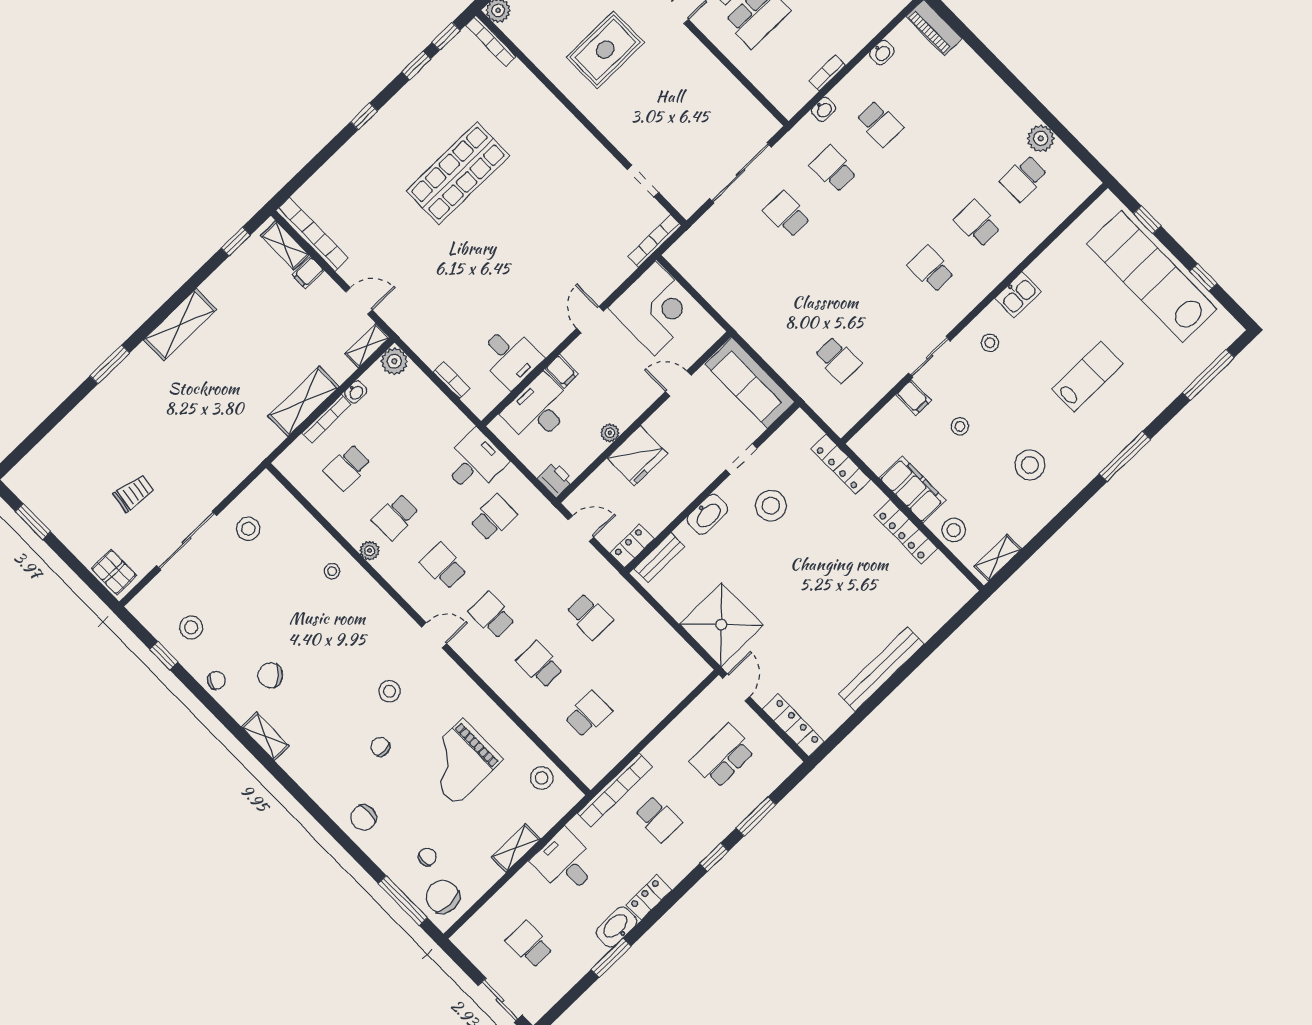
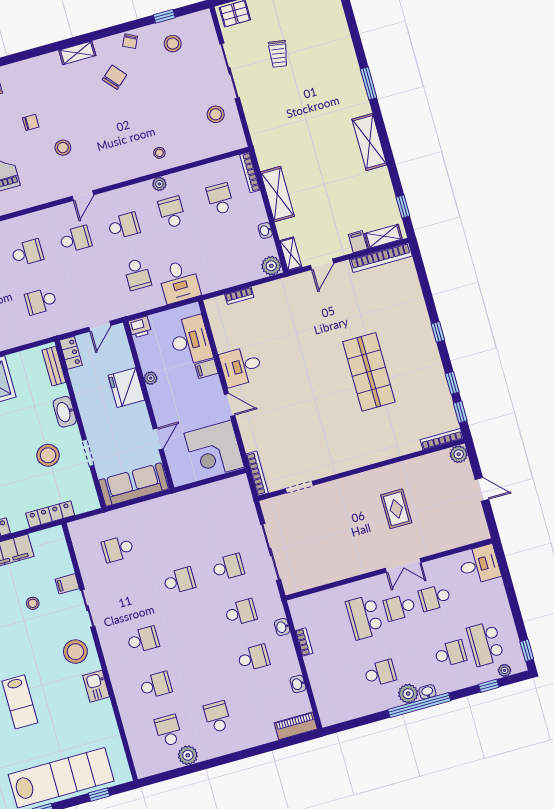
rug: (605, 50) -> (396, 509), width x0.73, depth x0.70
school desk: (880, 124) -> (253, 658), turned 180
school desk: (975, 128) -> (217, 717), added
school desk: (836, 264) -> (179, 581), added
stool: (990, 343) -> (75, 652), width x1.89, depth x1.89
desk: (510, 357) -> (241, 366), moved
bookcase: (327, 419) -> (250, 172), moved

